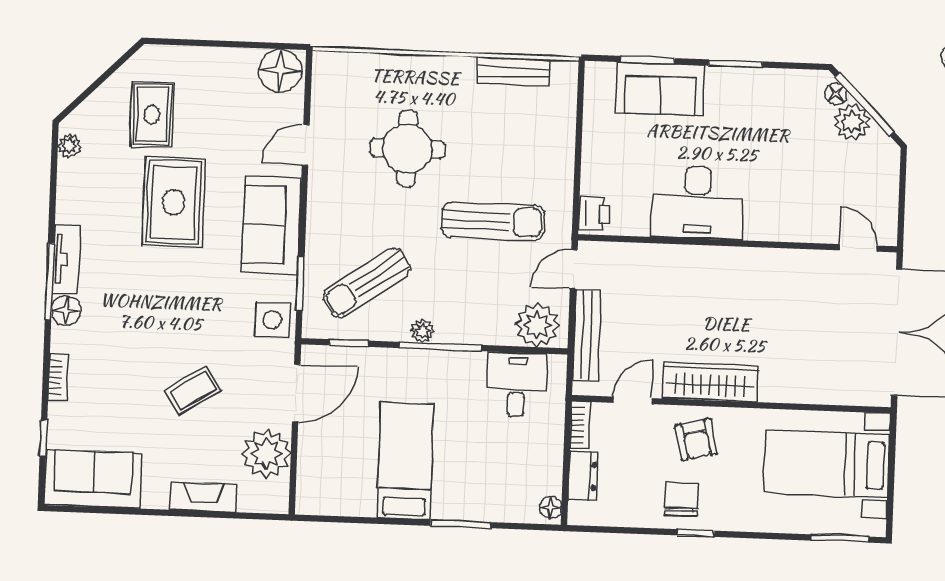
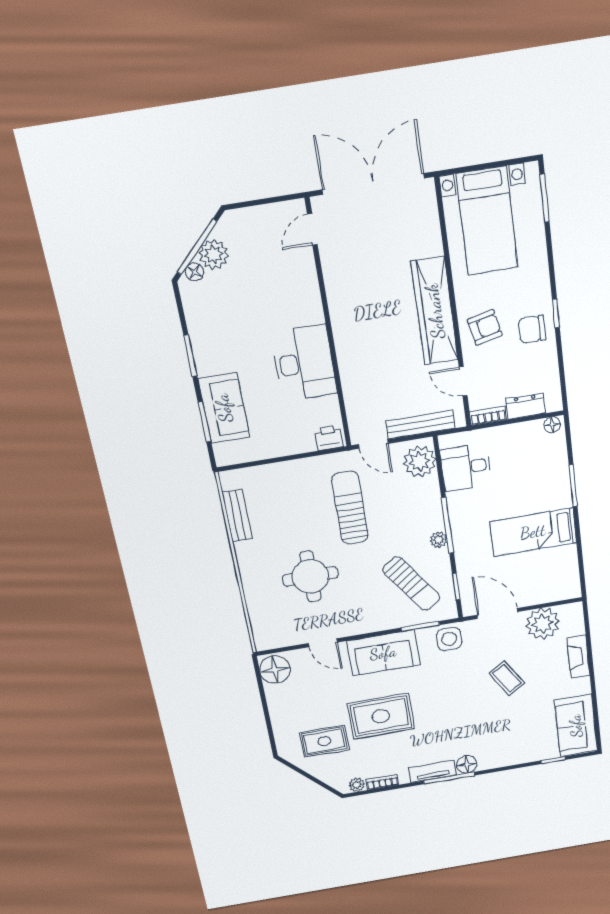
bookcase: (58, 377) -> (382, 782), moved
wardrobe: (710, 382) -> (435, 311), width x1.40, depth x1.17

